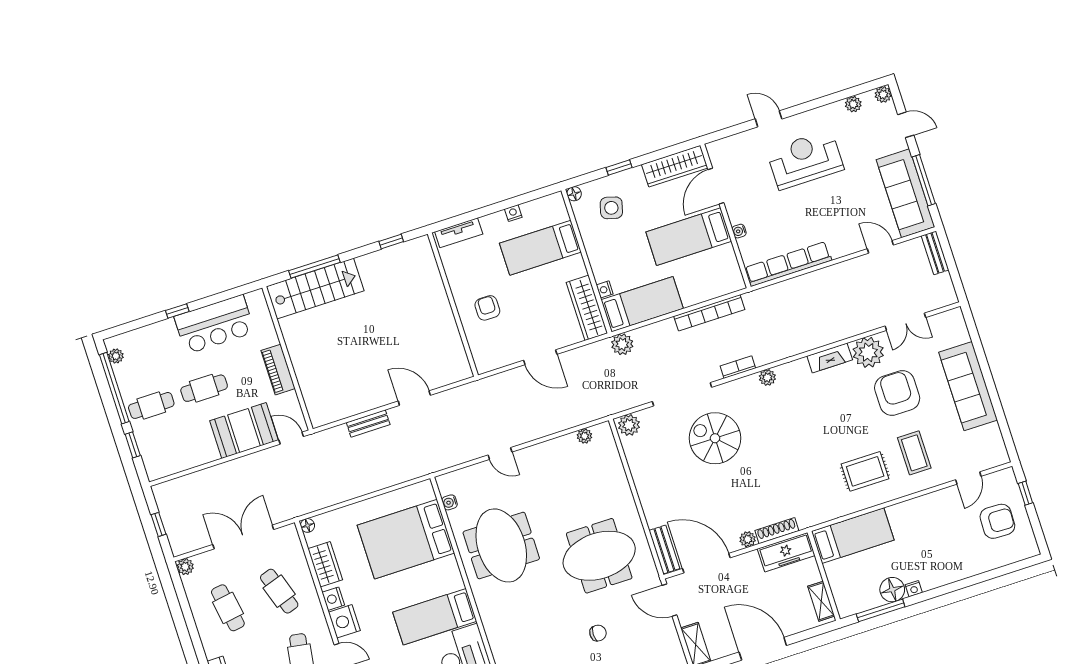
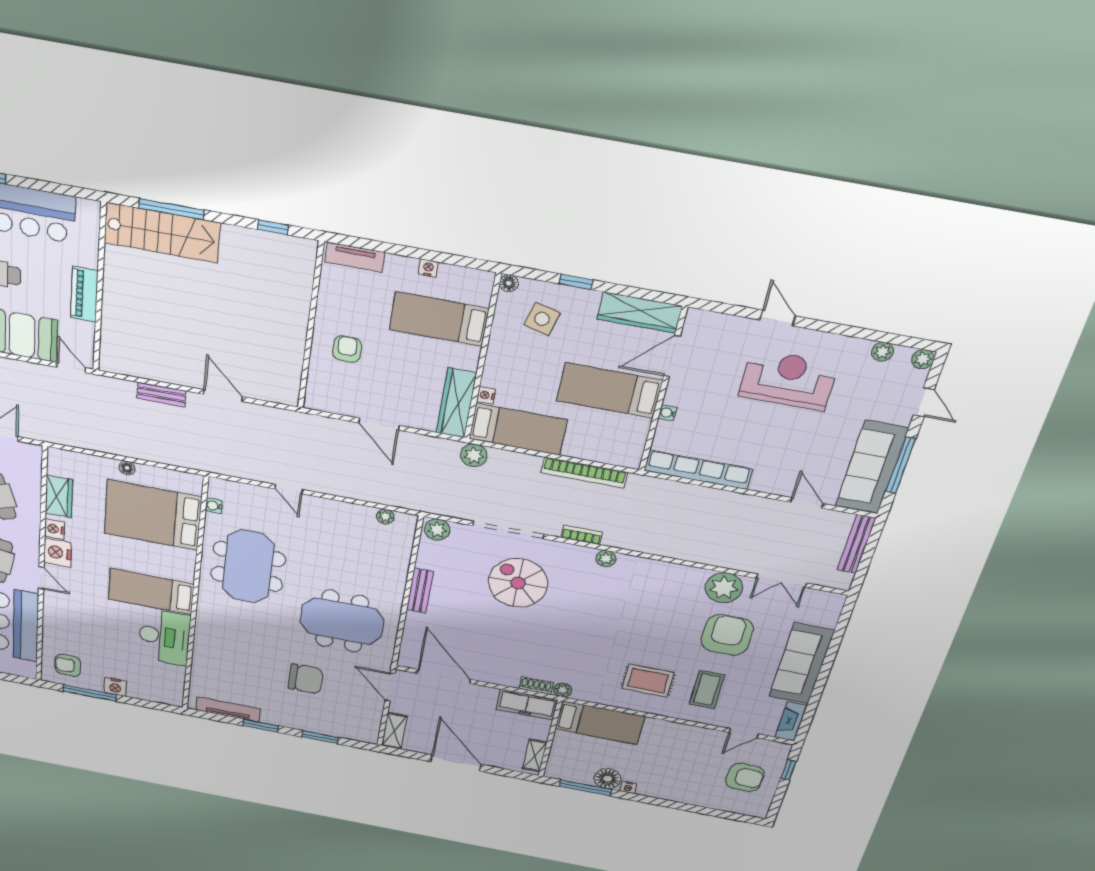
bench: (935, 253) -> (856, 544), width x1.36
fireplace: (830, 358) -> (791, 721), moved, turned 90
floor lamp: (308, 525) -> (127, 468), moved
shoe rack: (777, 531) -> (536, 686), width x0.70
plant: (748, 539) -> (563, 690), moved
bench: (664, 549) -> (420, 591), moved
chair: (598, 633) -> (306, 679), width x1.87, depth x1.87

